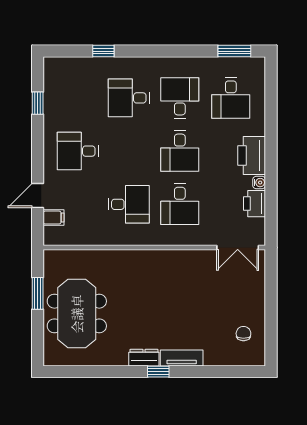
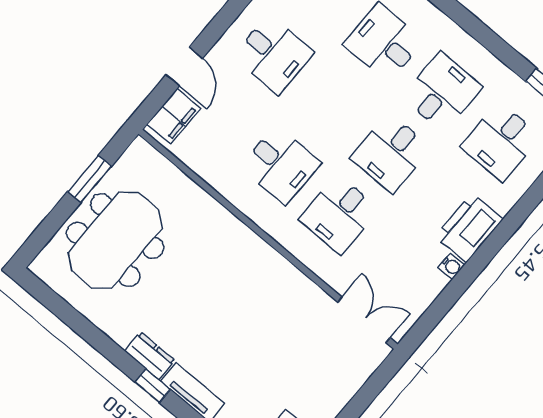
desk: (78, 151) -> (273, 54), turned 180
door: (38, 195) -> (184, 67), swing flipped
printer: (255, 204) -> (426, 286), removed
filing cabinet: (54, 218) -> (174, 116), width x2.00
double door: (238, 247) -> (364, 320), swing flipped

